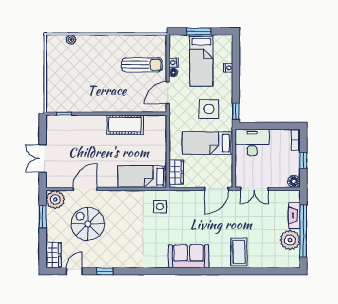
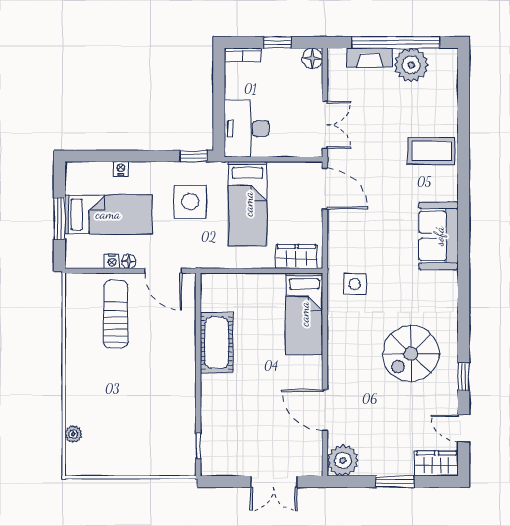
window: (43, 217) -> (395, 482), moved
spiral stairs: (88, 224) -> (411, 354), moved

